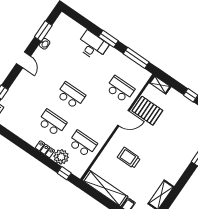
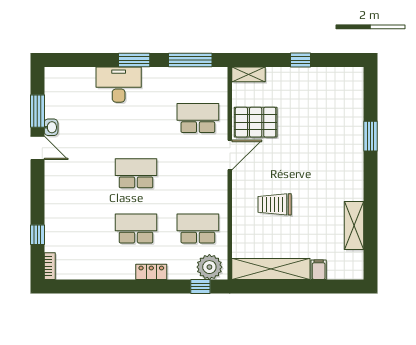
door: (24, 60) -> (37, 148), moved
plant: (61, 157) -> (209, 267), moved

